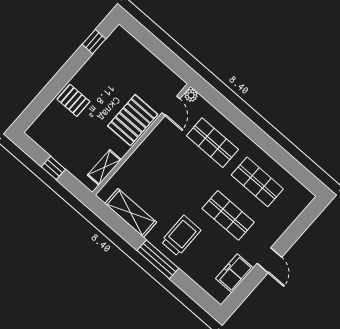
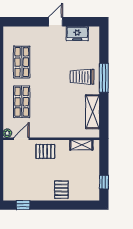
pallet: (133, 120) -> (45, 151), width x0.67, depth x0.71
window: (53, 168) -> (104, 182), moved
shop shelf: (228, 215) -> (51, 62), removed

